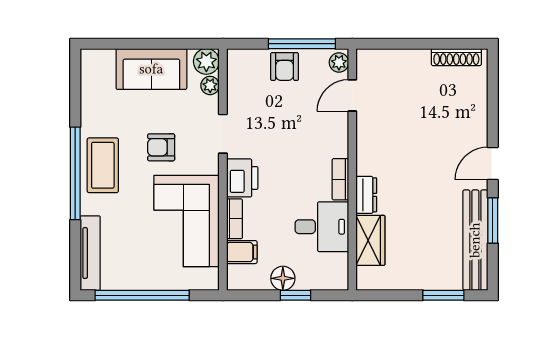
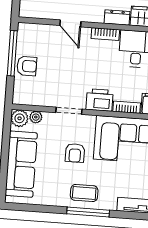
plant: (339, 62) -> (27, 29), removed
sofa: (151, 69) -> (21, 164), width x1.36
door: (352, 95) -> (70, 23), moved
coffee table: (103, 165) -> (84, 193), width x0.73, depth x0.77
window: (75, 173) -> (88, 212), width x0.68

